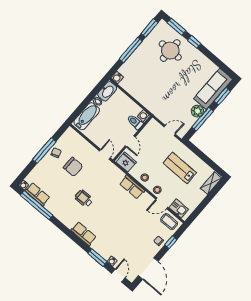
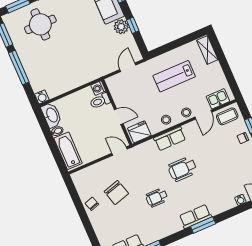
window: (203, 119) -> (133, 25), width x0.46
window: (44, 151) -> (83, 216), removed
chair: (73, 167) -> (116, 193), turned 74
wheelchair: (114, 207) -> (182, 169), added
window: (97, 258) -> (203, 225), moved

